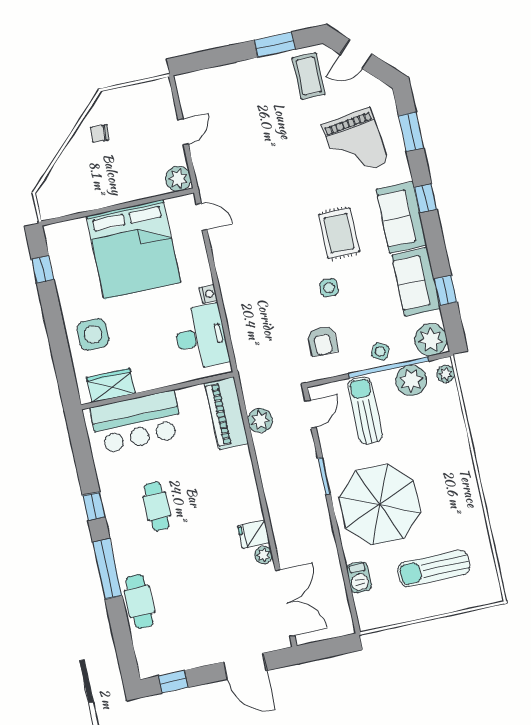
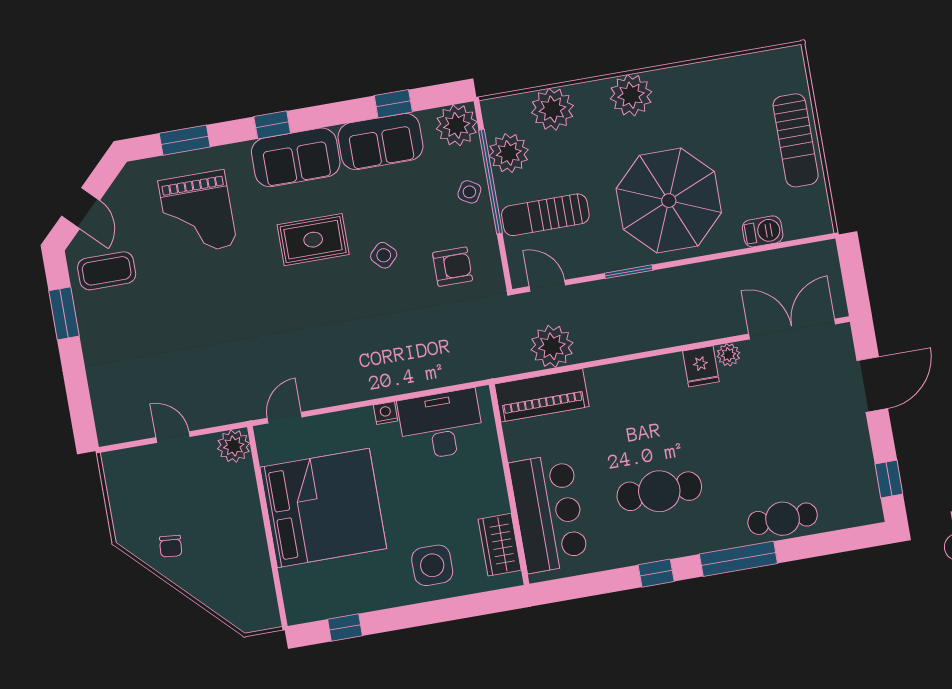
grand piano: (356, 144) -> (197, 213), turned 98
side table: (329, 288) -> (384, 255), turned 45
plant: (446, 374) -> (552, 109), moved, width x1.88, depth x1.88
plant: (260, 420) -> (552, 346), width x1.36, depth x1.36
plant: (459, 472) -> (631, 95), added
cafe table: (157, 506) -> (659, 491), width x1.37, depth x1.35
sun lounger: (434, 568) -> (796, 140), moved

